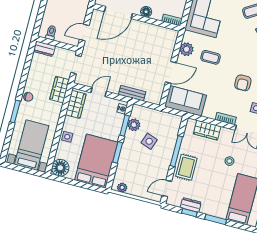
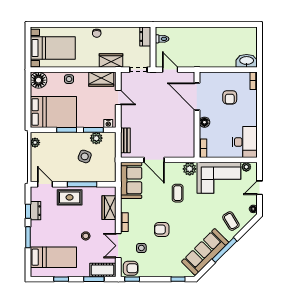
plant: (186, 49) -> (190, 169), moved
bench: (132, 93) -> (125, 140), moved
window: (15, 111) -> (80, 25), removed

